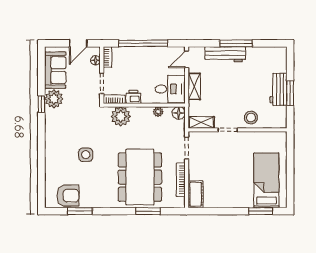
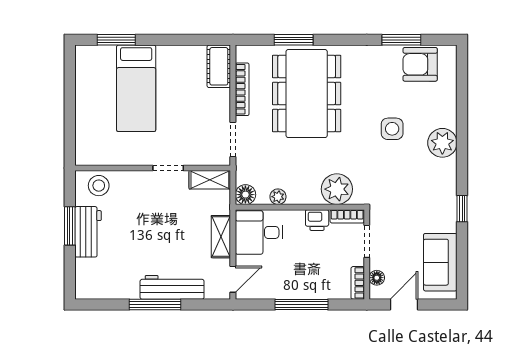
window: (143, 43) -> (301, 304), width x0.68
plant: (54, 99) -> (442, 143), moved
stool: (251, 118) -> (99, 186), moved
bed: (266, 180) -> (136, 88), moved

